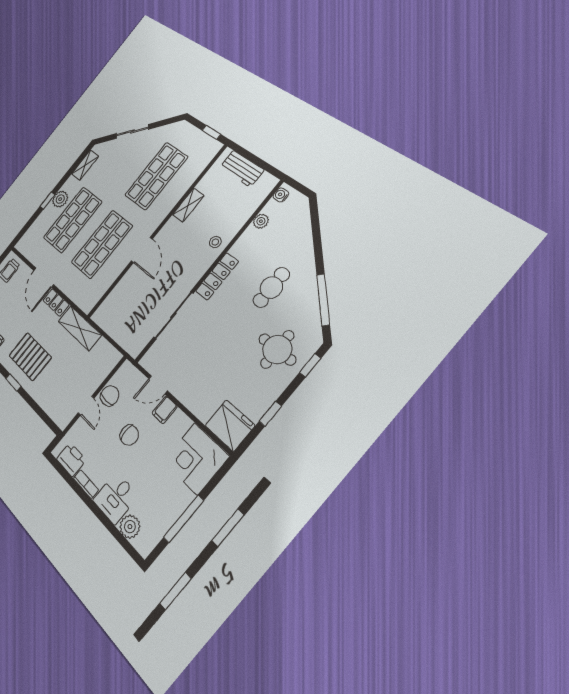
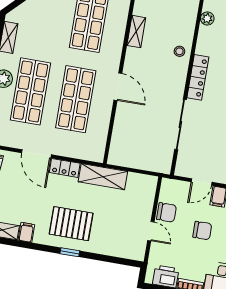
chair: (110, 396) -> (166, 212), turned 90

